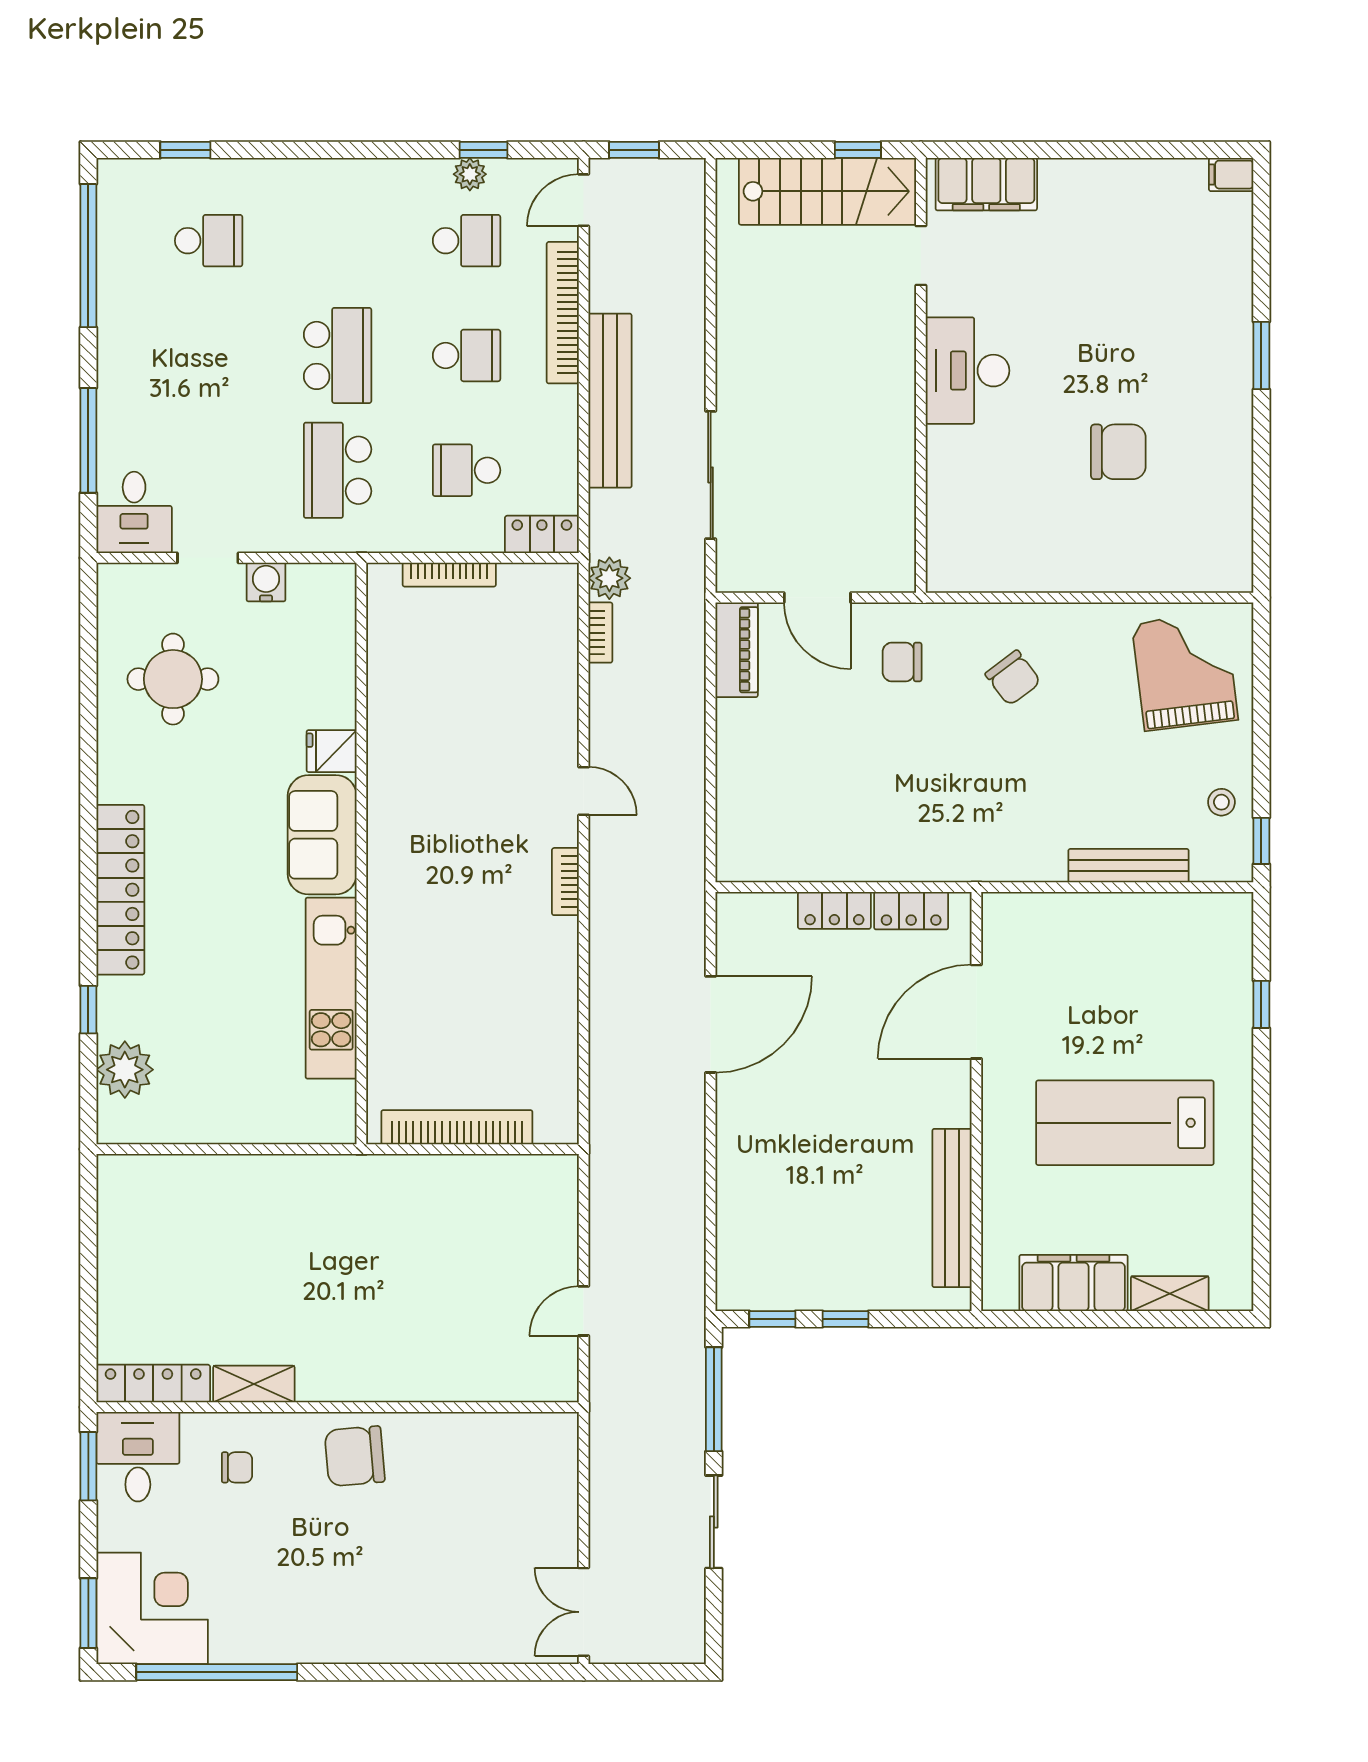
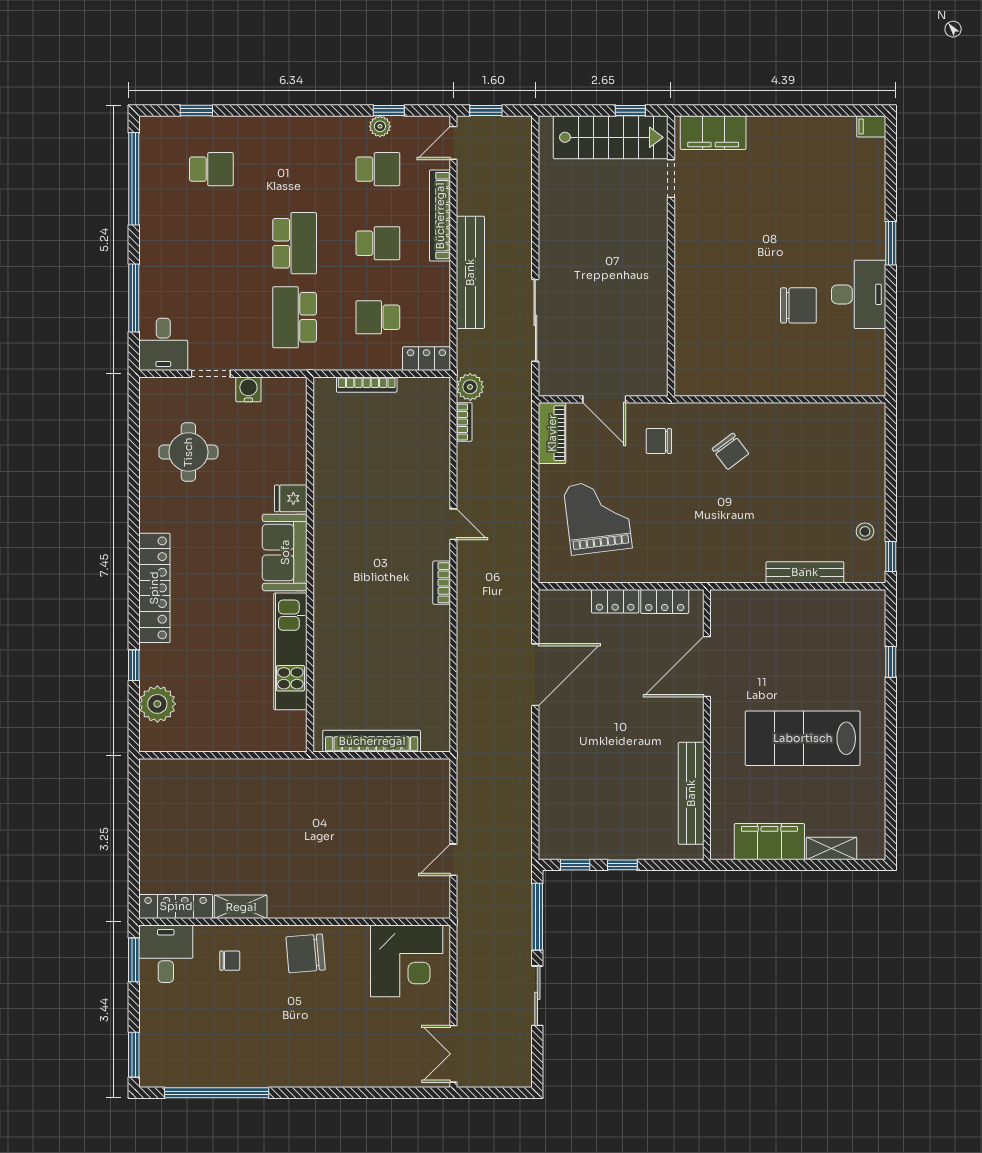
desk: (967, 371) -> (859, 294), moved, turned 180
grand piano: (1185, 671) -> (598, 517), moved
corner desk: (152, 1608) -> (407, 961), moved, turned 90

